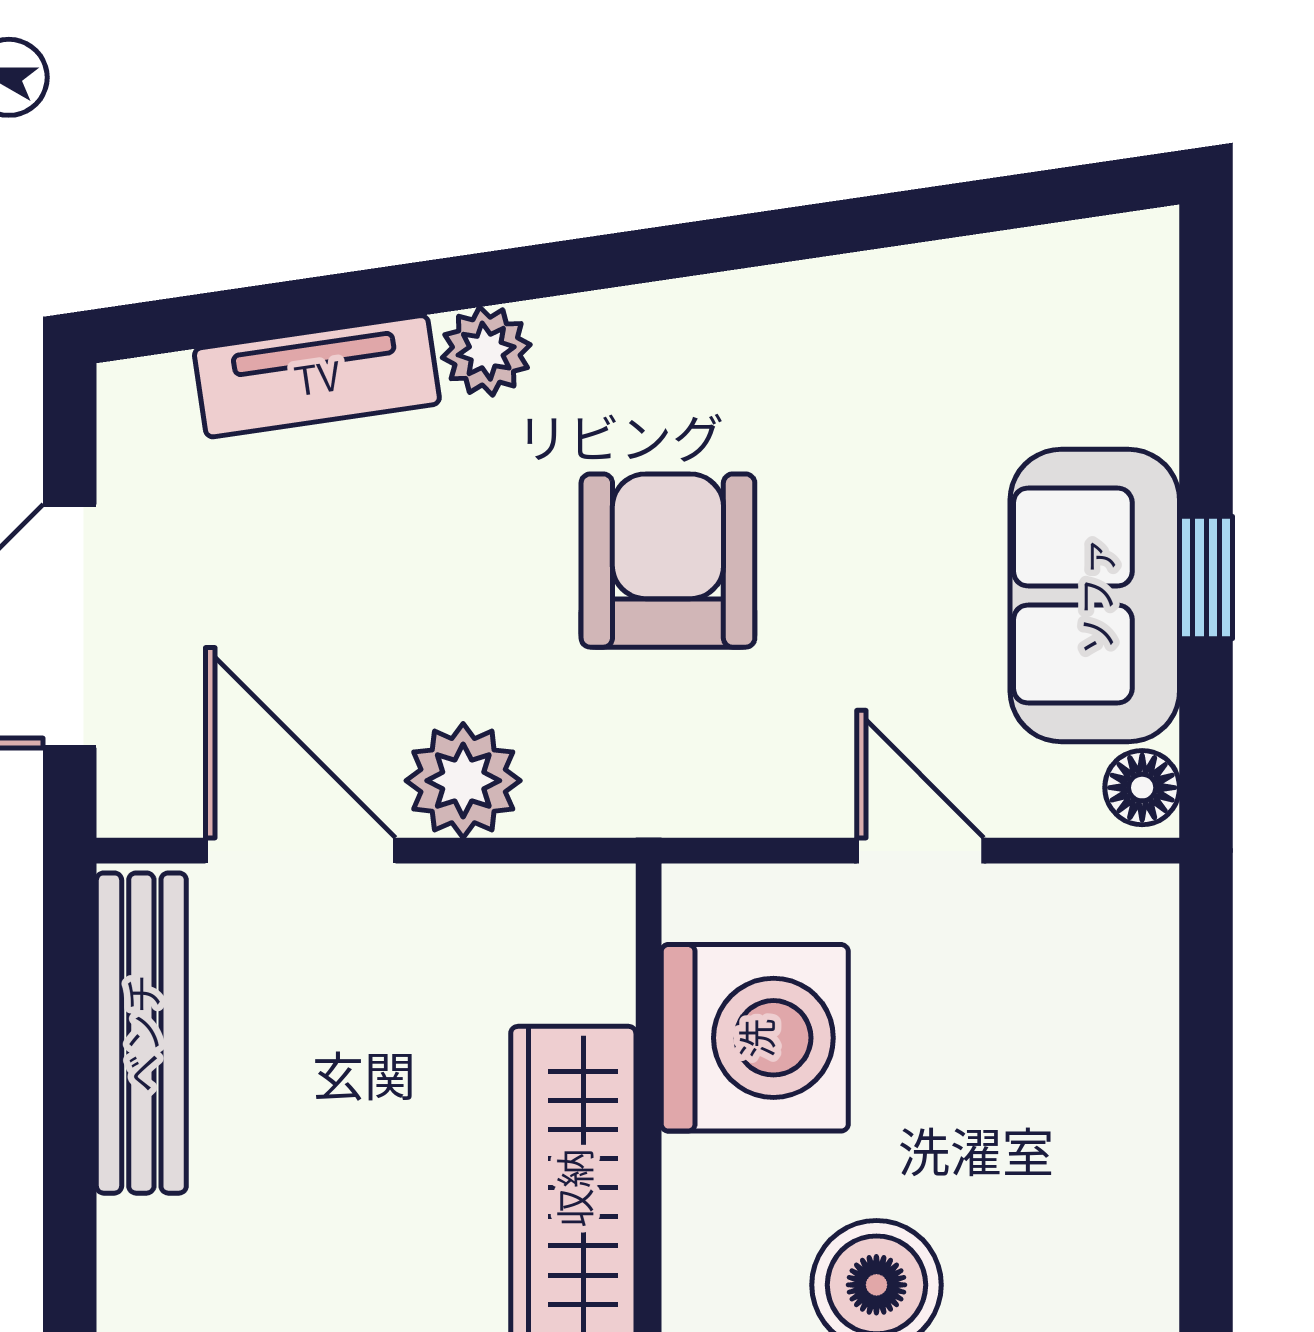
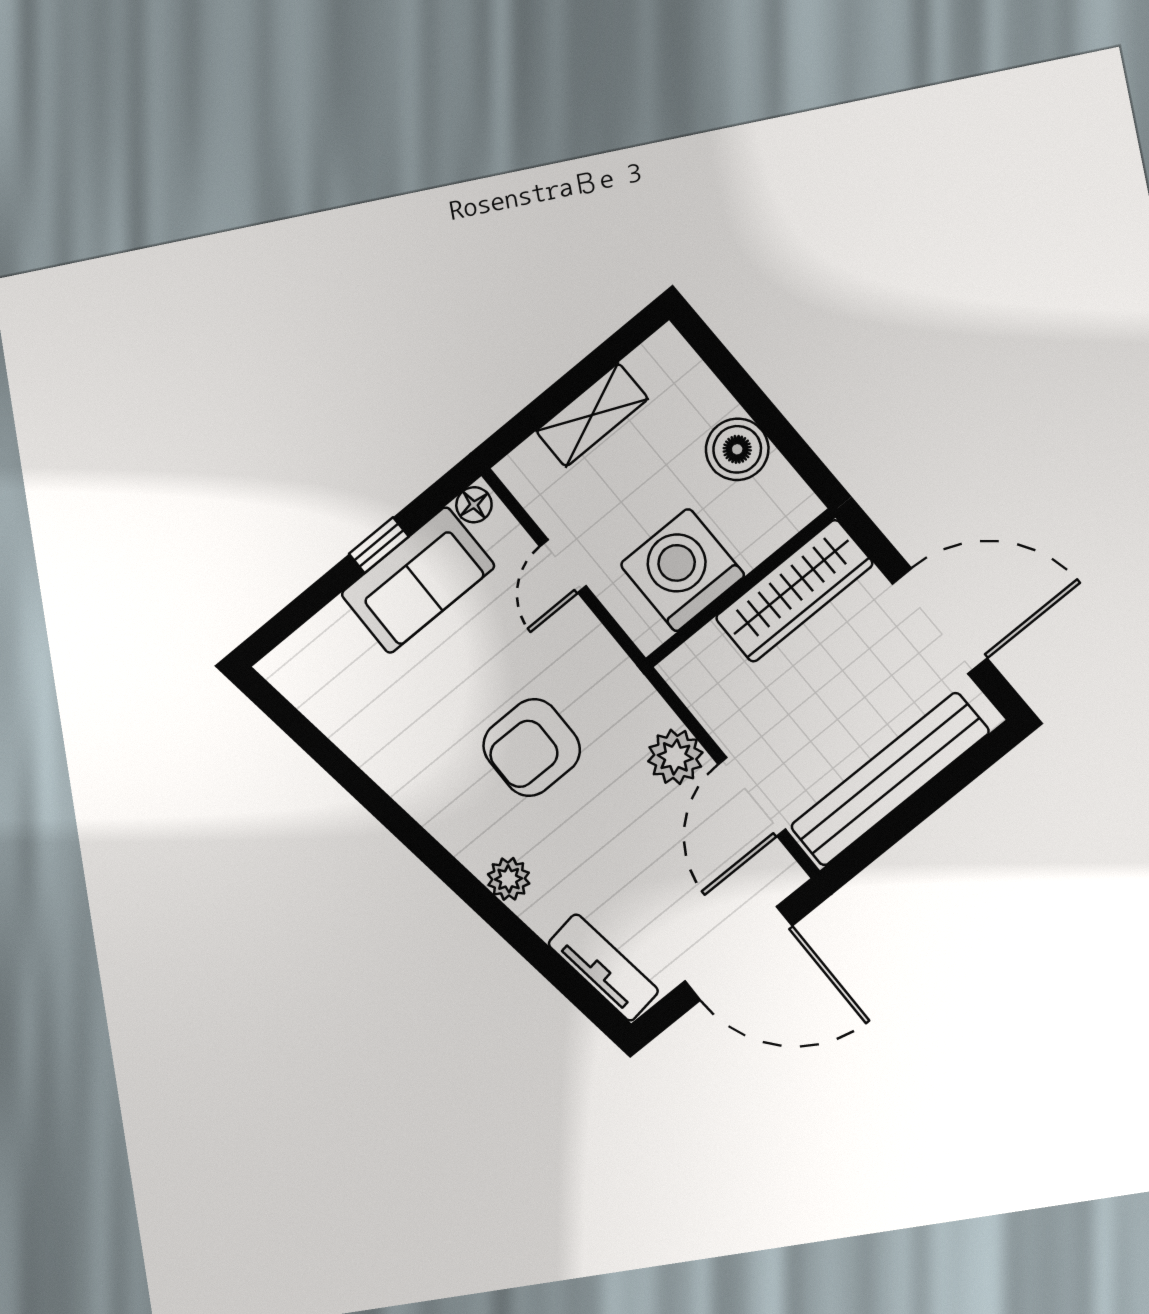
tv unit: (317, 376) -> (603, 967), moved
bench: (141, 1033) -> (890, 779), width x1.37, depth x1.21
shelving: (1129, 1099) -> (592, 415), added

